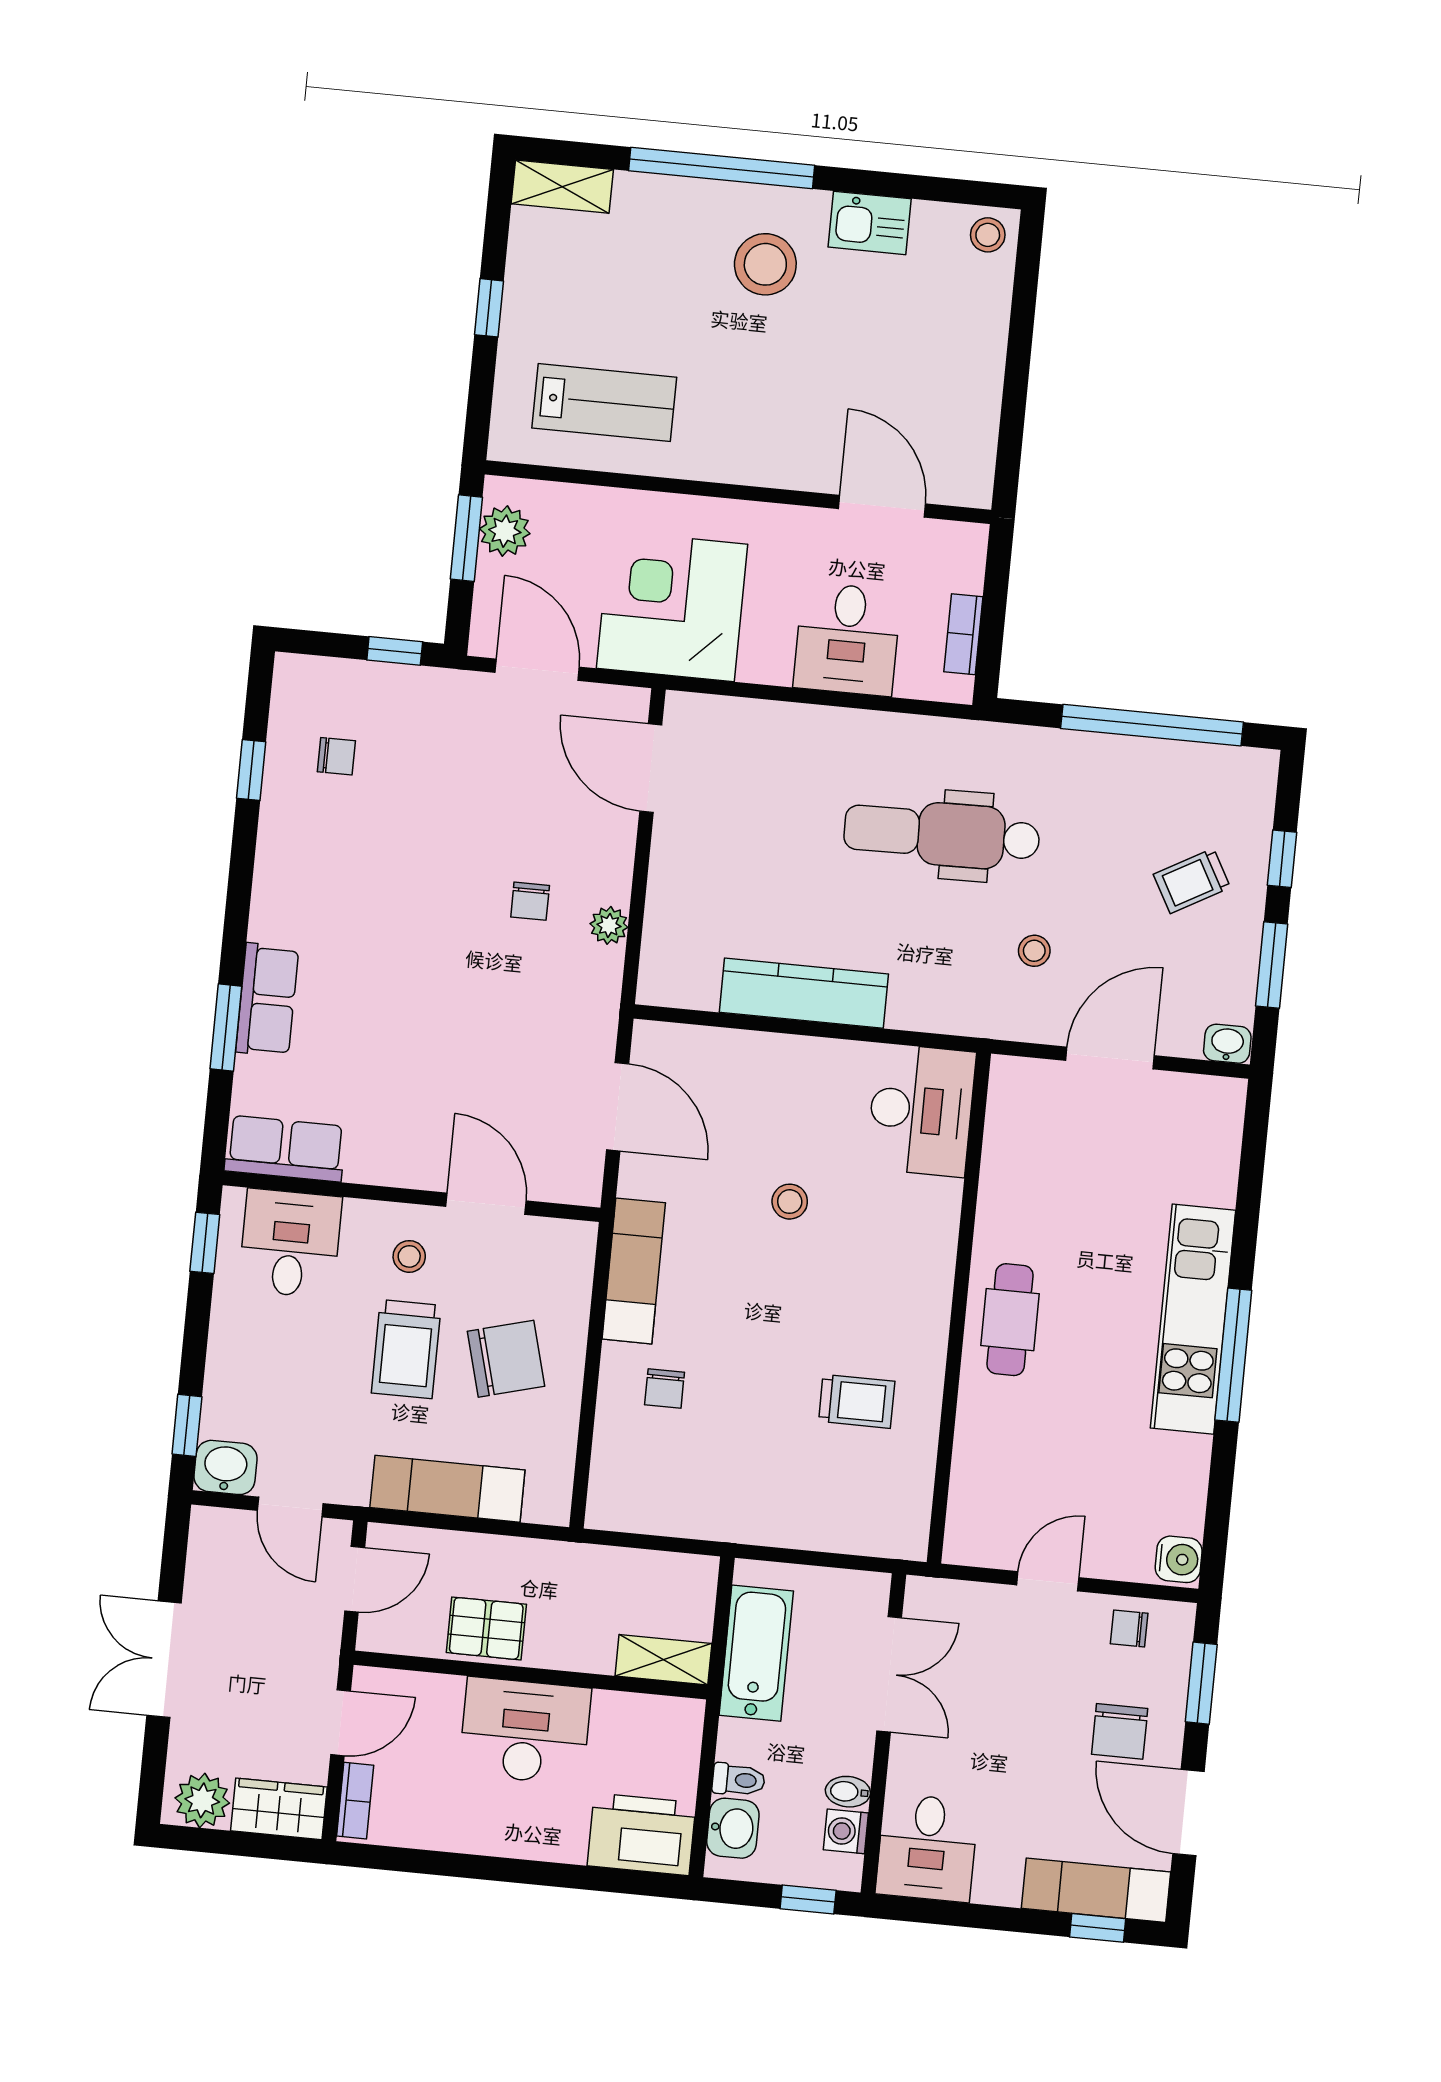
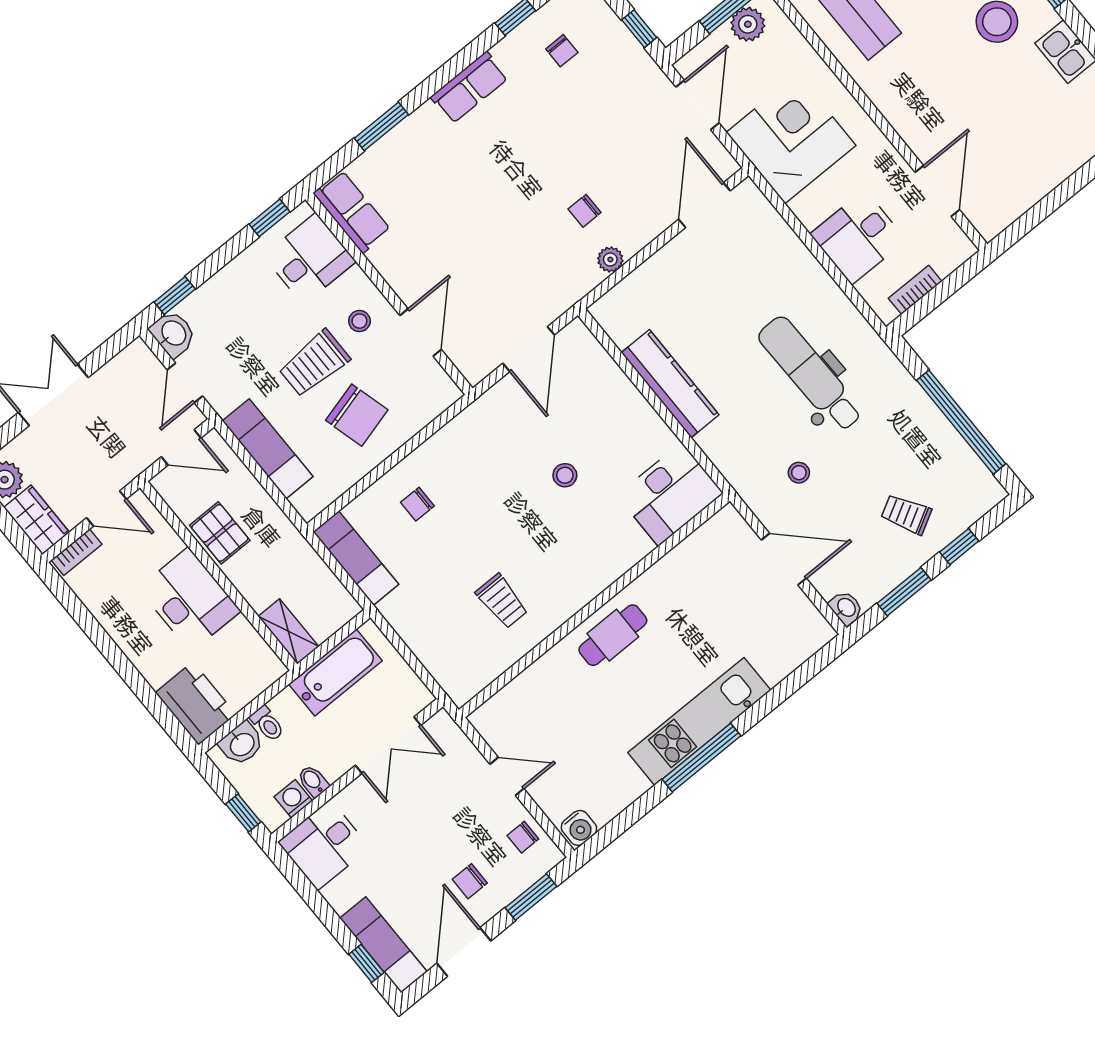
row of seats: (267, 1000) -> (469, 88), moved
exam couch: (634, 1271) -> (356, 558), moved, turned -90
chair: (1129, 1629) -> (523, 837), turned -90
chair: (1120, 1731) -> (470, 881), width x0.73, depth x0.73

